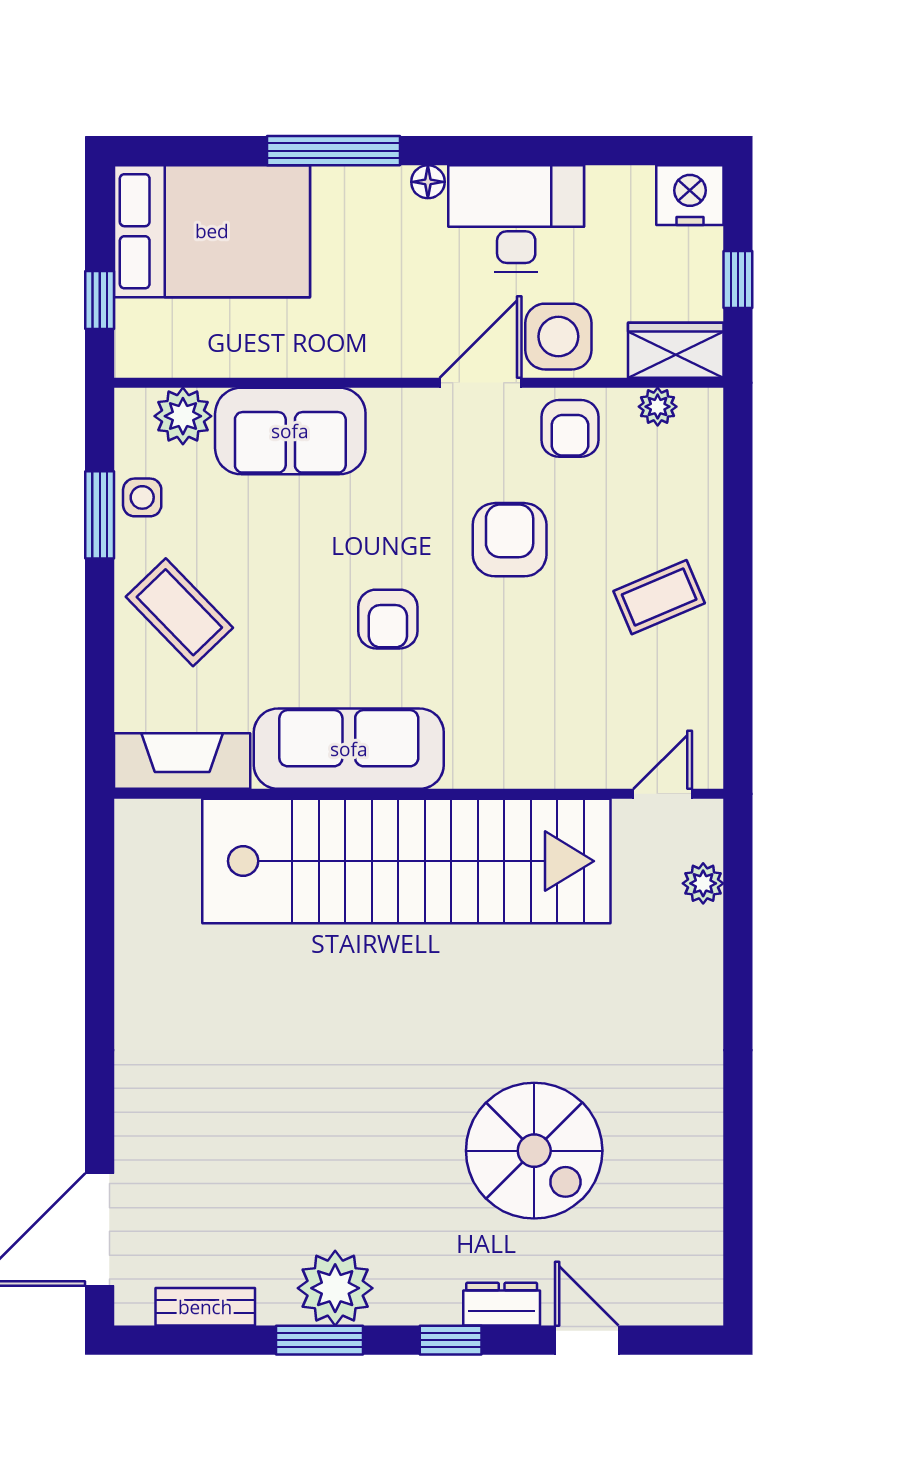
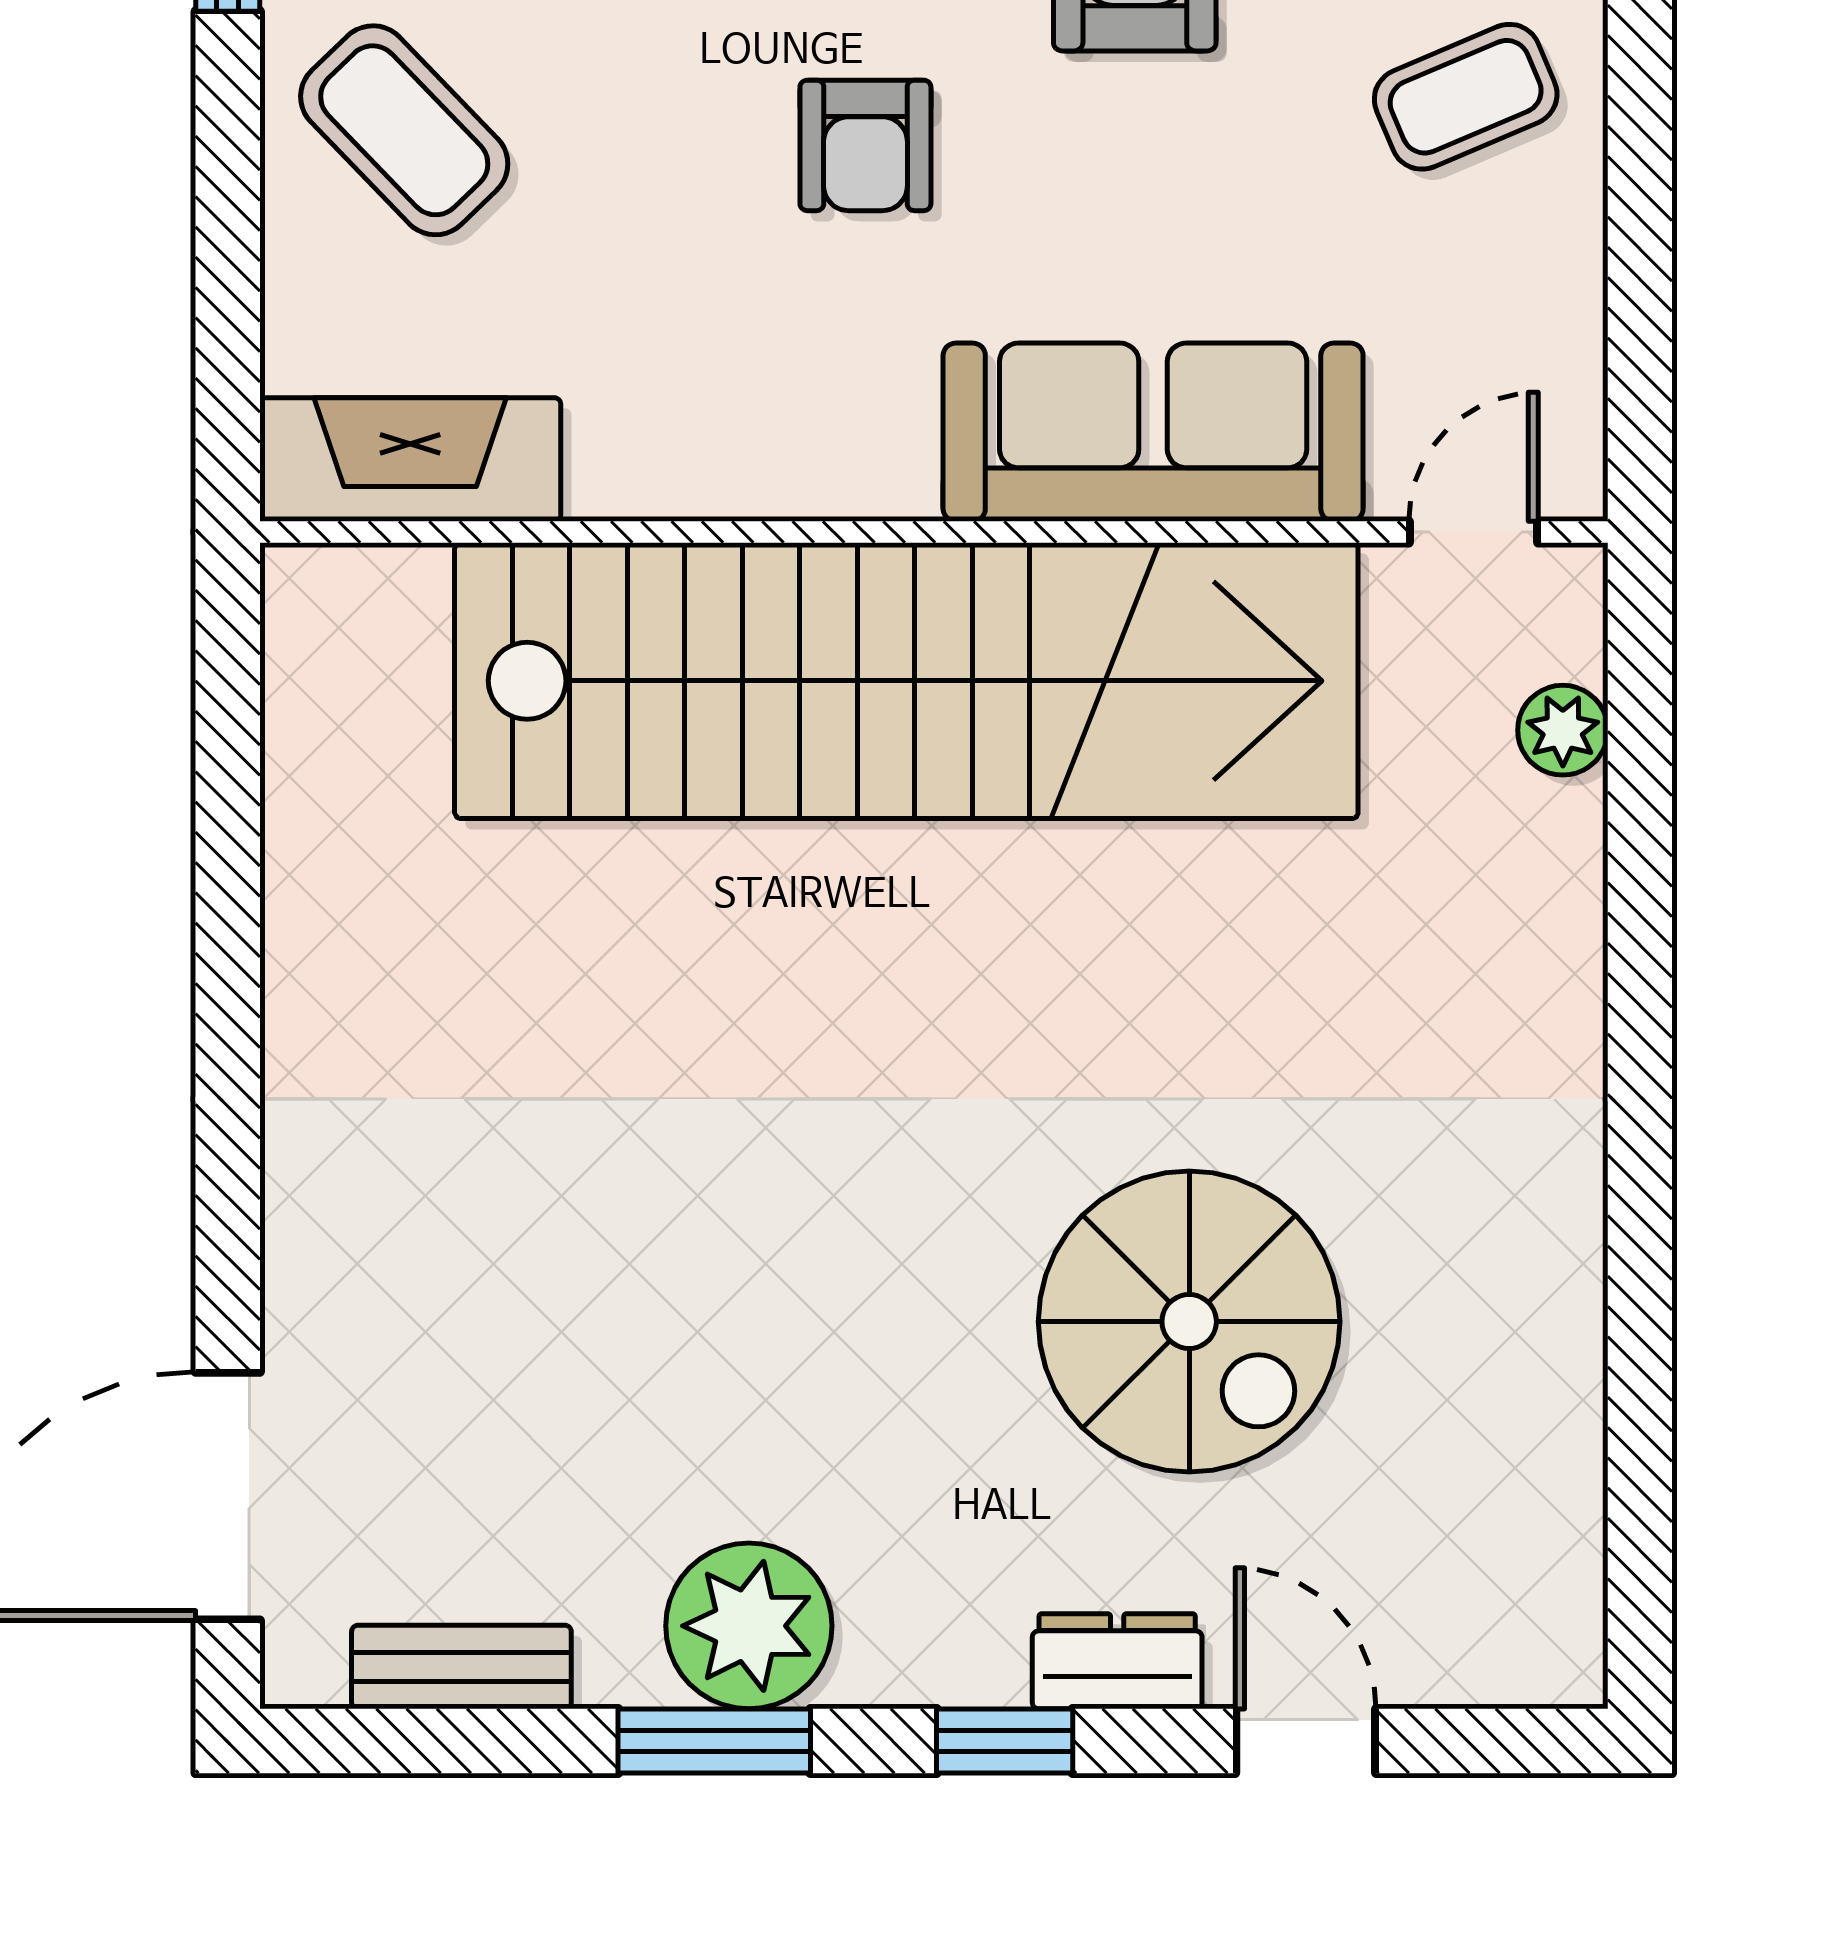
sofa: (349, 749) -> (1153, 432), moved

